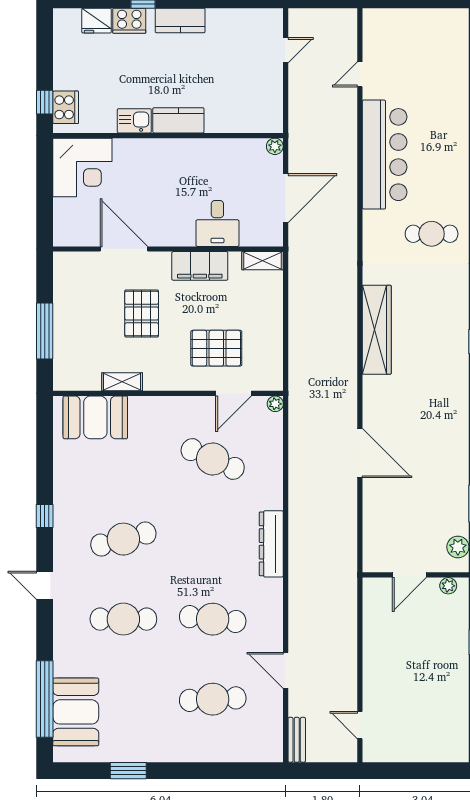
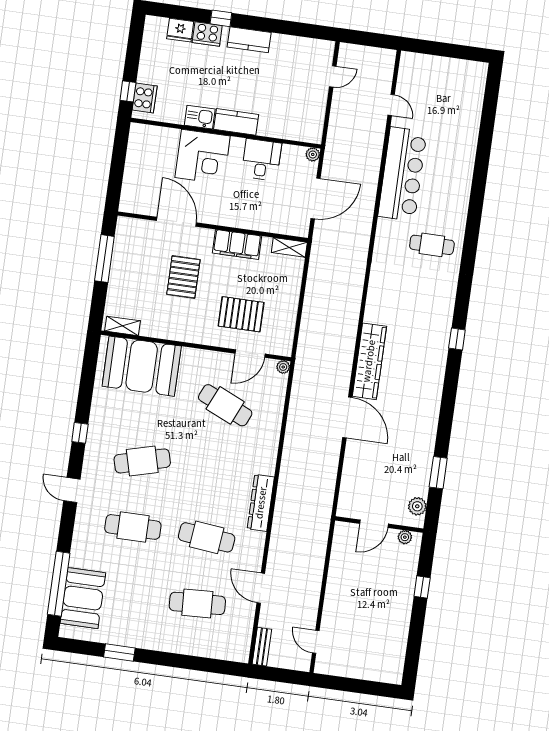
door: (360, 74) -> (391, 105), swing flipped
corner desk: (82, 167) -> (203, 157), moved
desk: (217, 223) -> (261, 160), moved, turned 180
wardrobe: (377, 330) -> (369, 361), moved
window: (45, 331) -> (104, 259), moved
shelving: (122, 382) -> (122, 326), moved
booth: (95, 417) -> (142, 366), width x1.36, depth x1.42
dresser: (271, 544) -> (261, 503), moved

